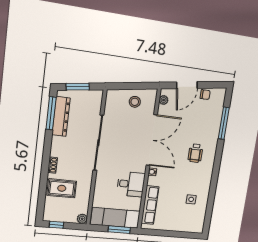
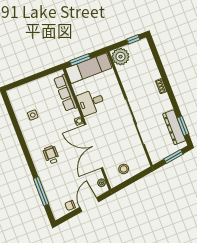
window: (51, 113) -> (183, 126), width x0.69
rug: (62, 188) -> (145, 71), removed
plant: (82, 219) -> (121, 57), width x1.87, depth x1.87

